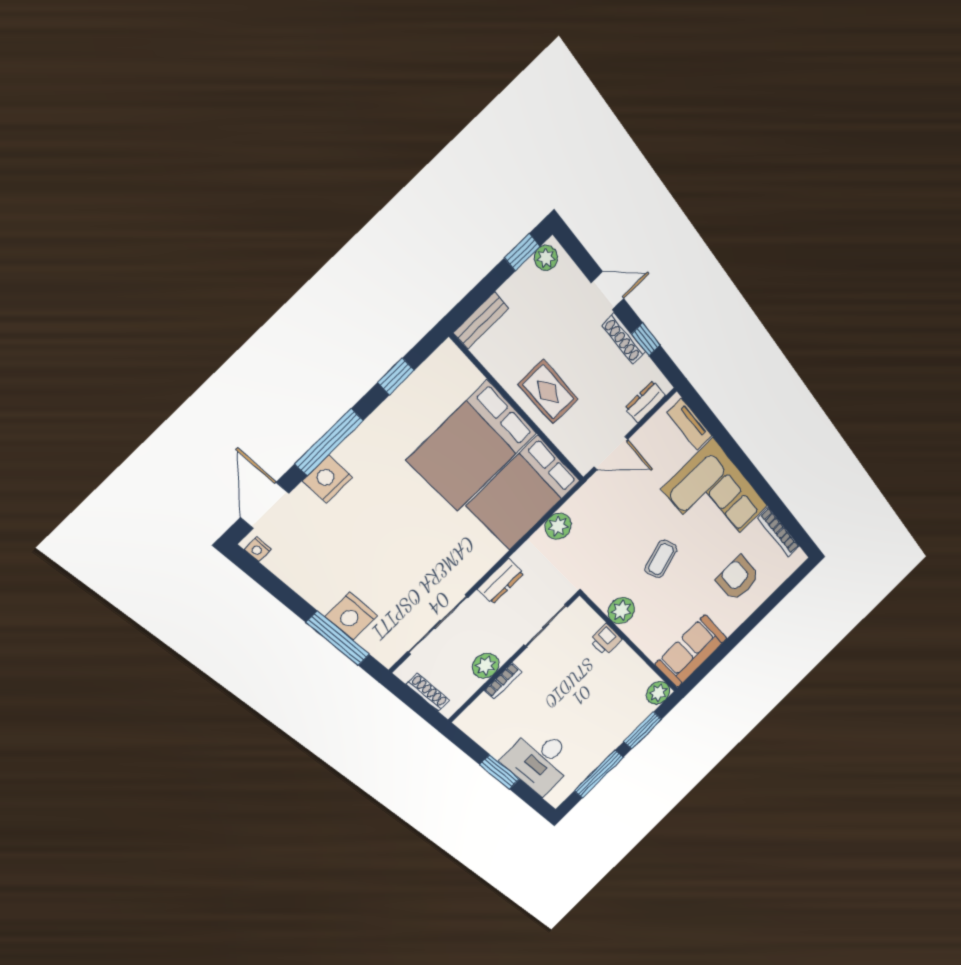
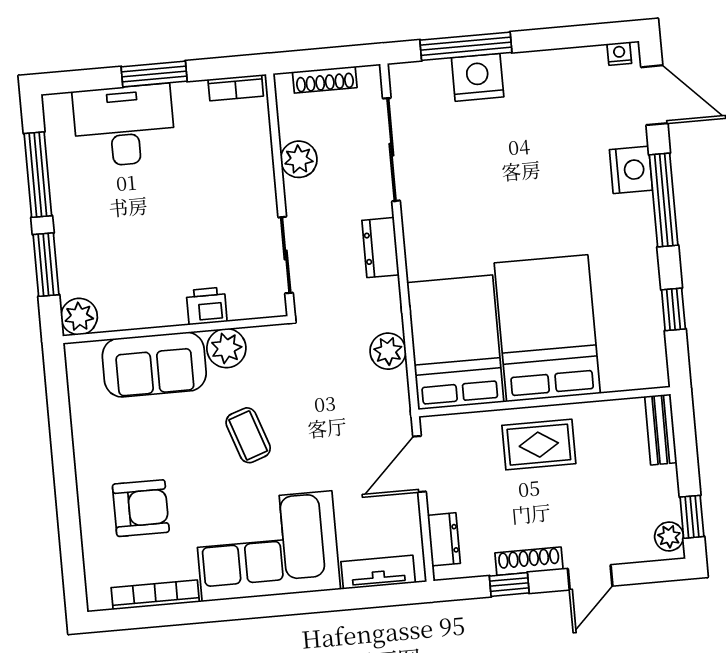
sofa: (691, 651) -> (154, 365), moved, turned 90
bookcase: (503, 681) -> (236, 88), moved, turned -90

